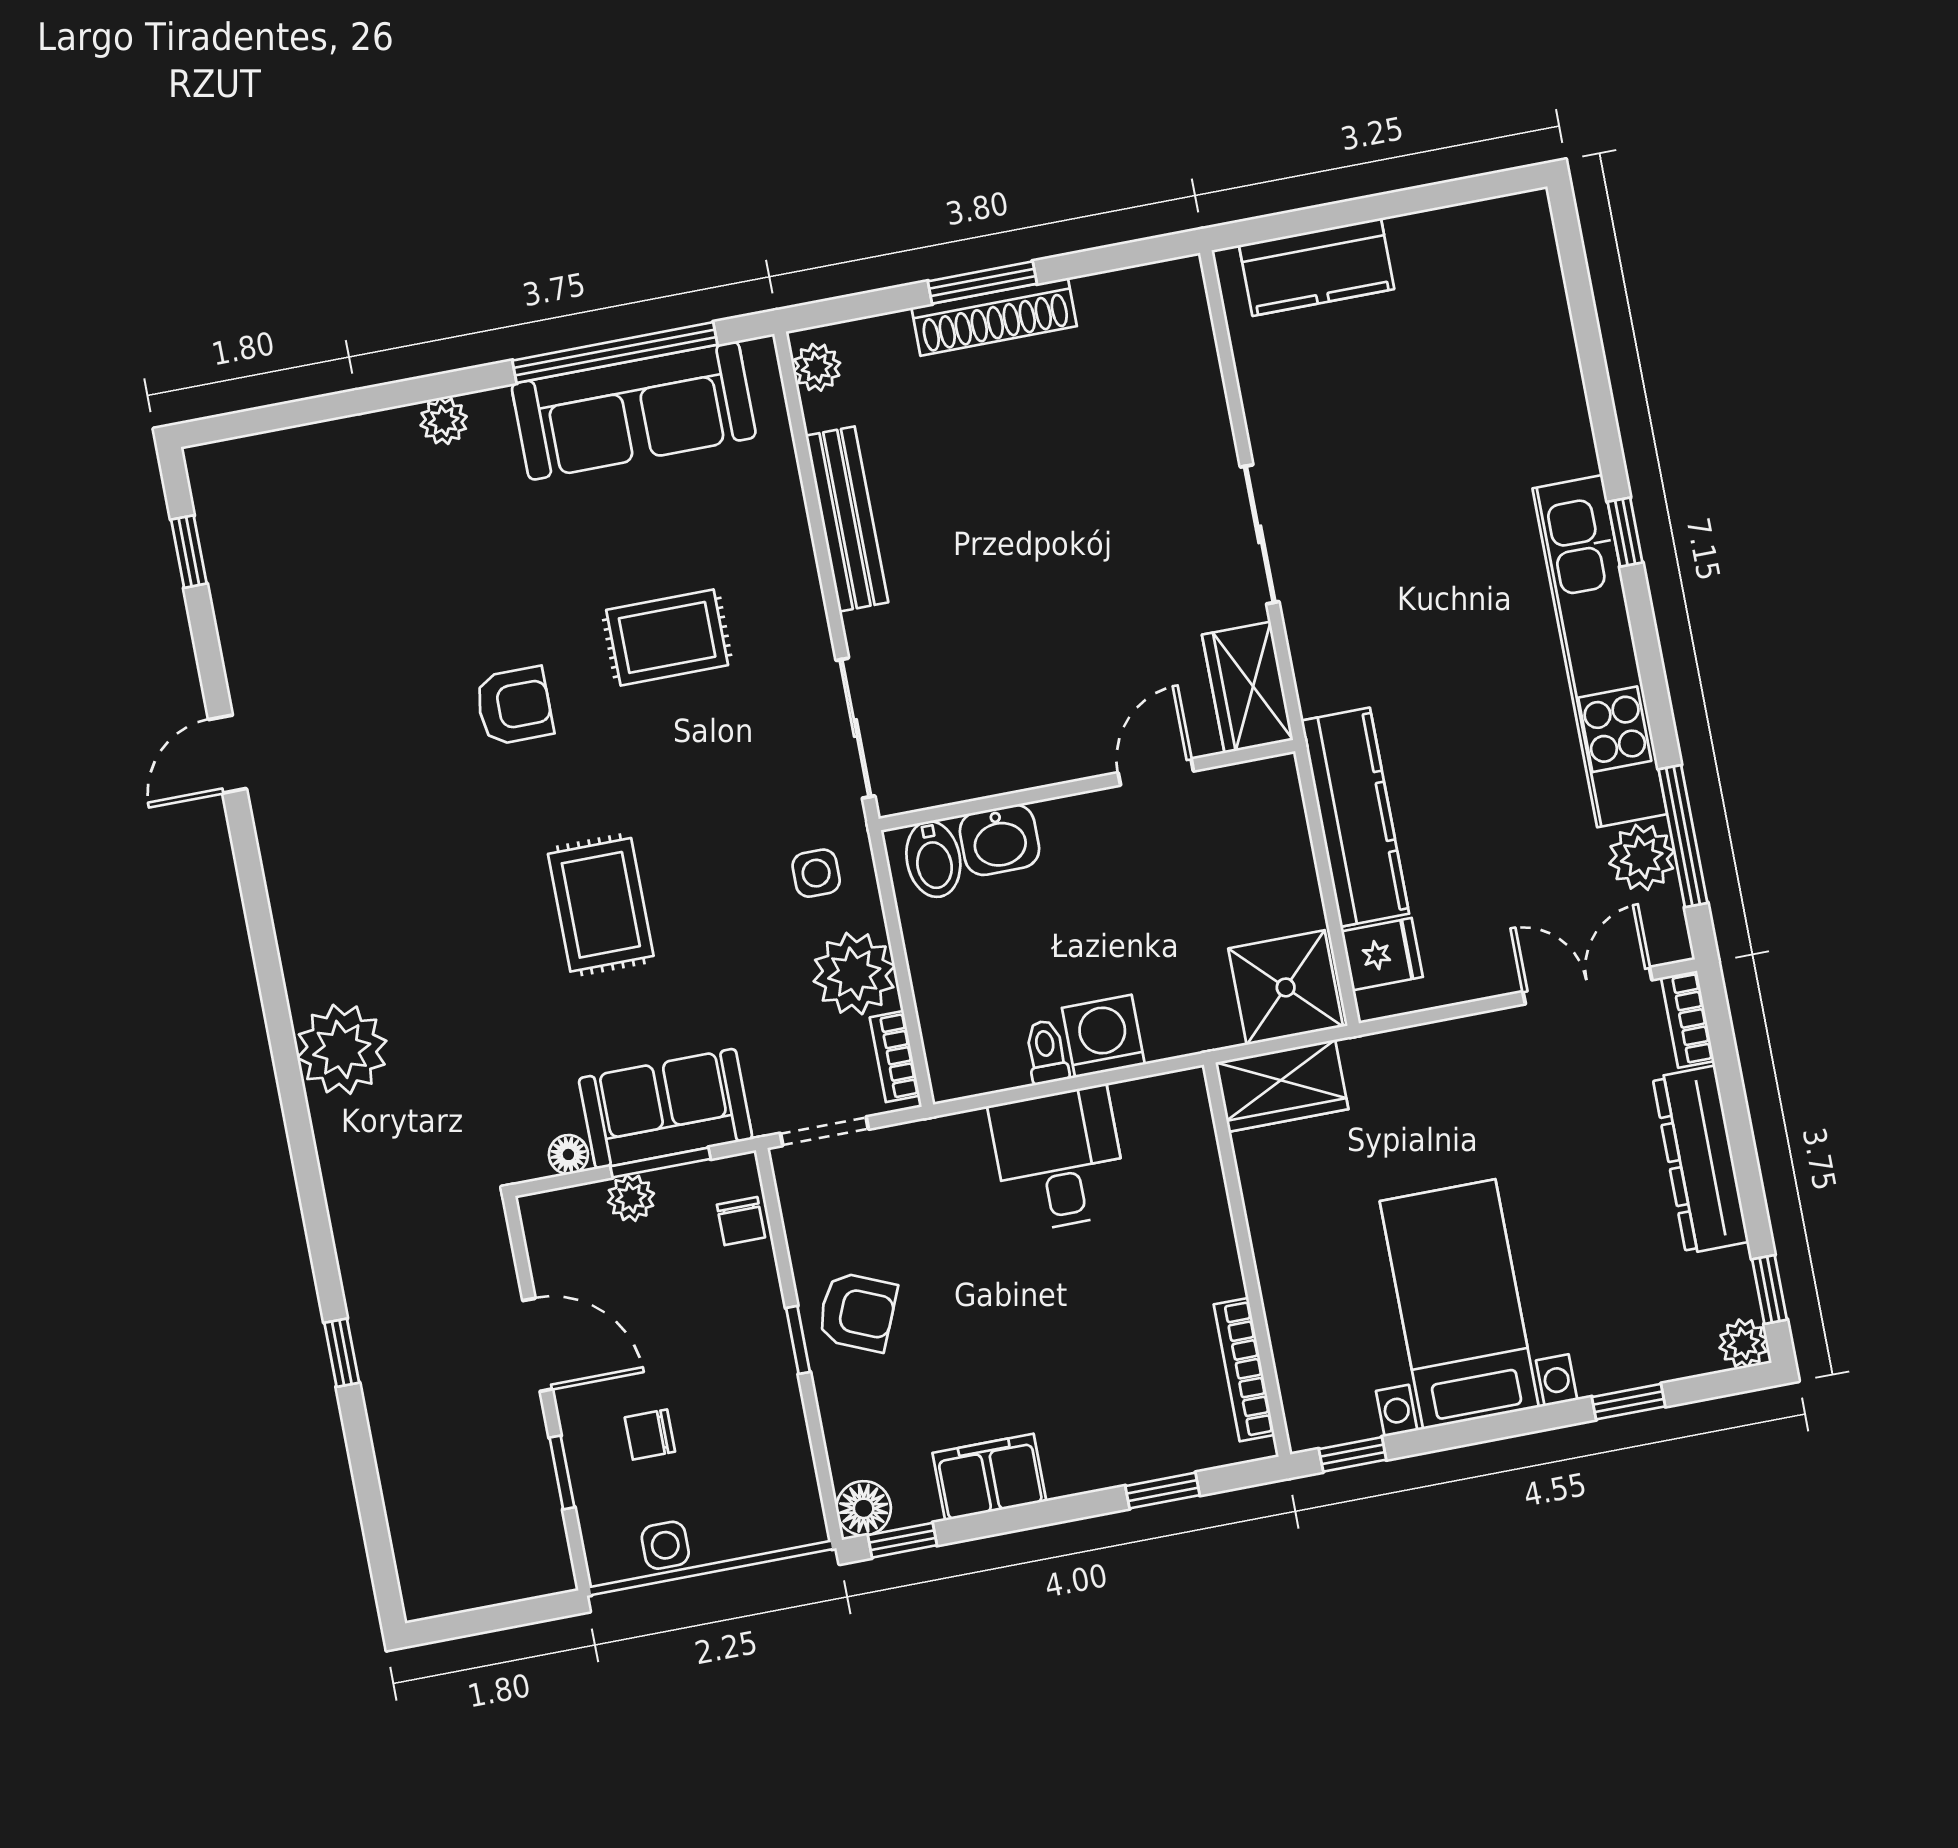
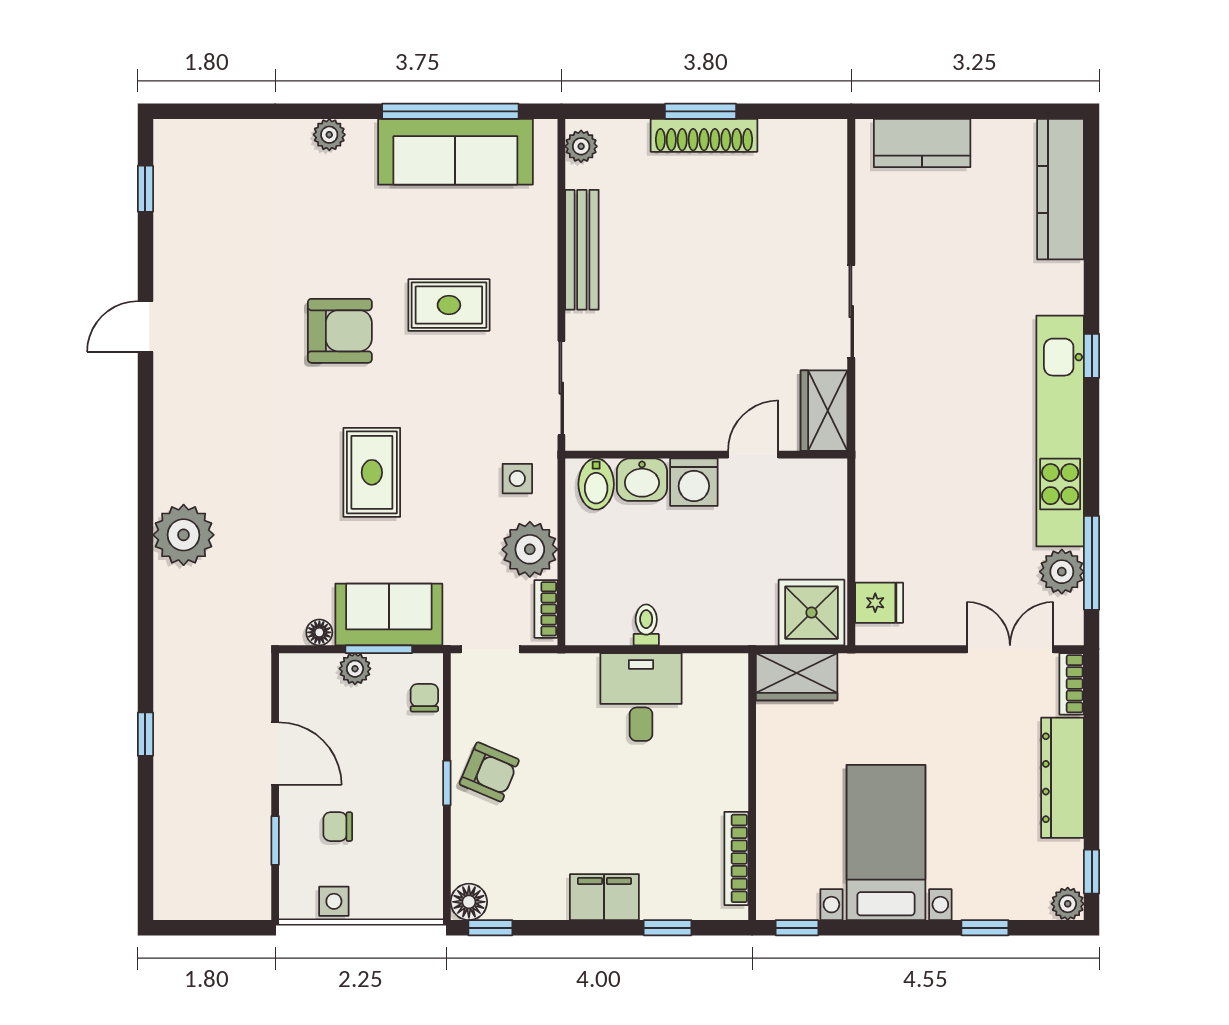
armchair: (514, 706) -> (340, 331), width x1.38, depth x1.38
kitchen counter: (1355, 817) -> (1061, 189), moved, turned 180
washing machine: (1103, 1036) -> (694, 482), moved, turned 180
chair: (741, 1221) -> (424, 698), turned 180
filing cabinet: (989, 1477) -> (604, 897), moved

